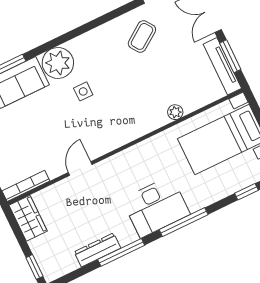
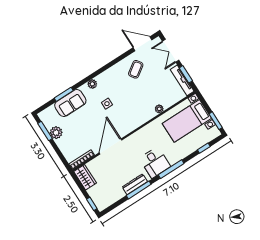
plant: (58, 63) -> (92, 84), width x0.53, depth x0.53
door: (80, 169) -> (110, 146), width x1.87
desk: (156, 207) -> (155, 162), width x0.73
dresser: (97, 250) -> (135, 184), moved

